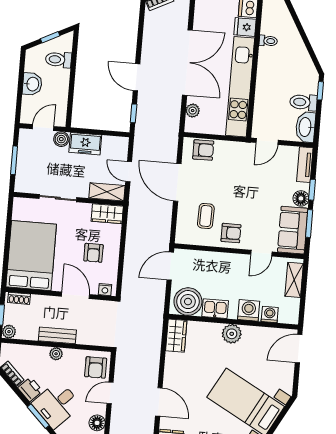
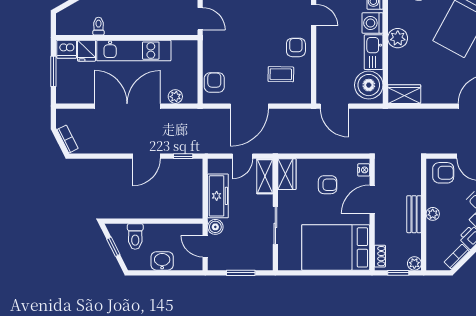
kitchen unit: (240, 87) -> (134, 51), width x0.73
freezer: (85, 144) -> (218, 196), width x1.40
kitchen sink: (215, 309) -> (374, 52), width x1.38

